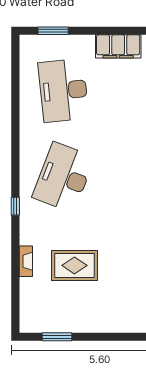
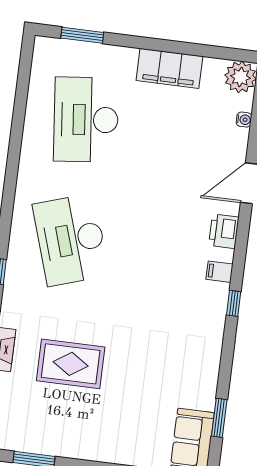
desk: (63, 177) -> (71, 240), turned -39

